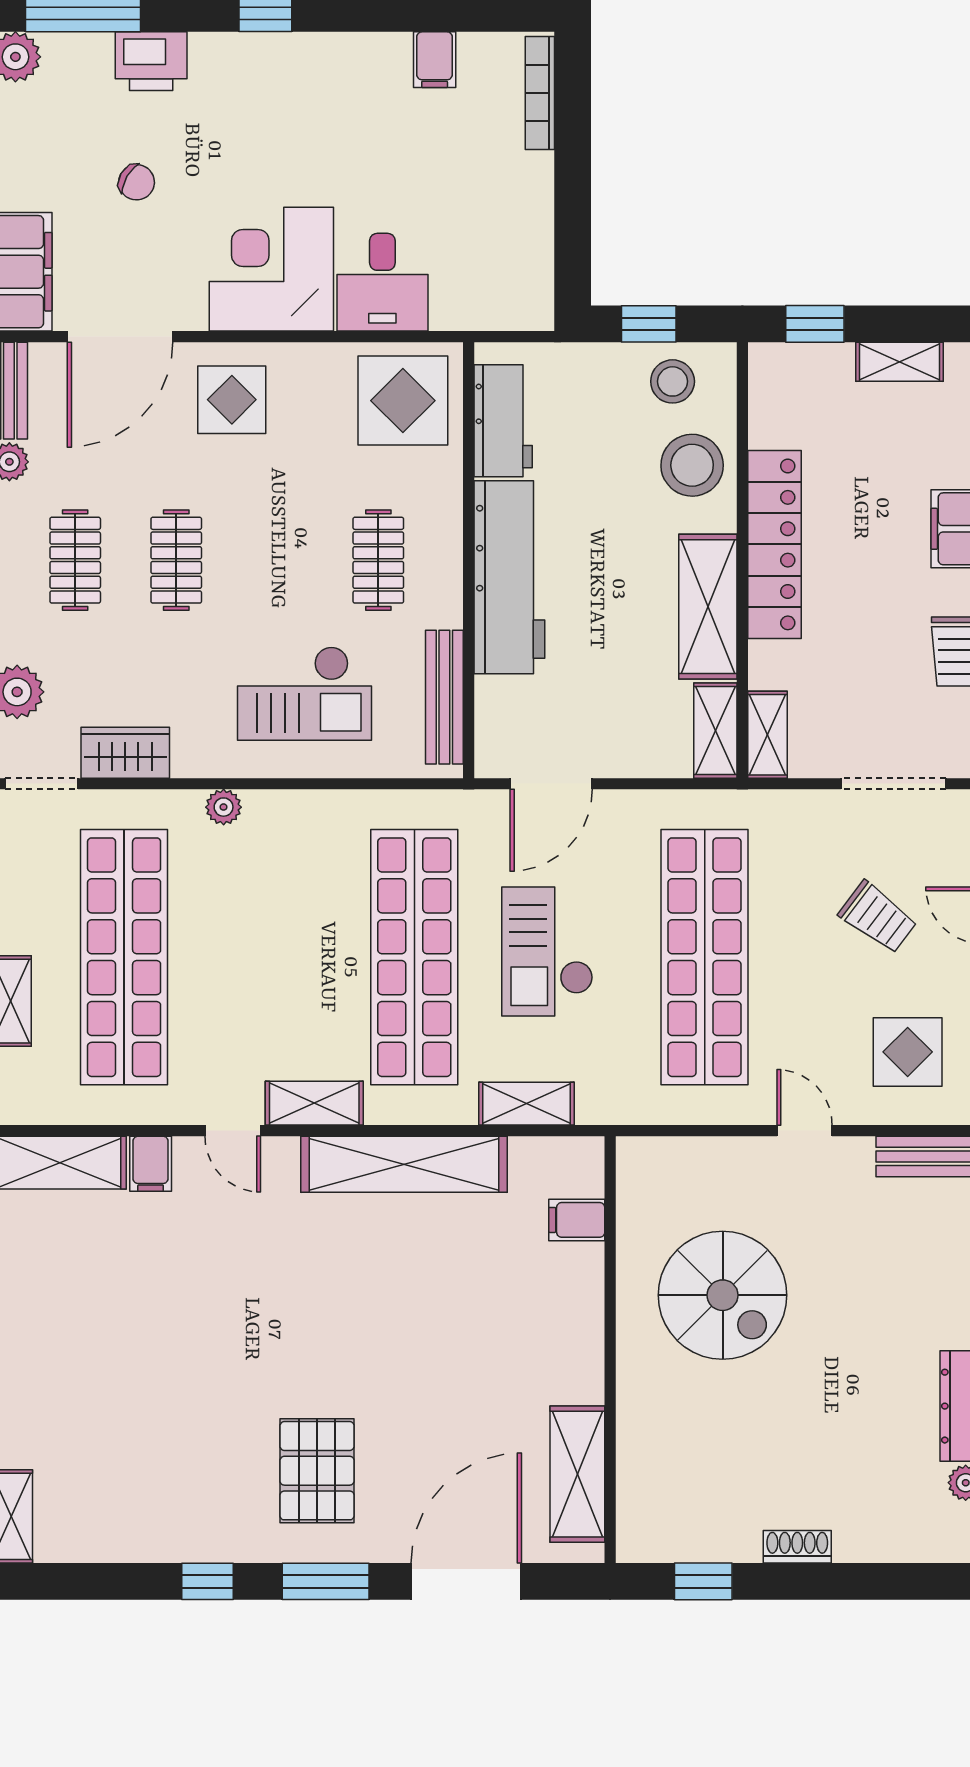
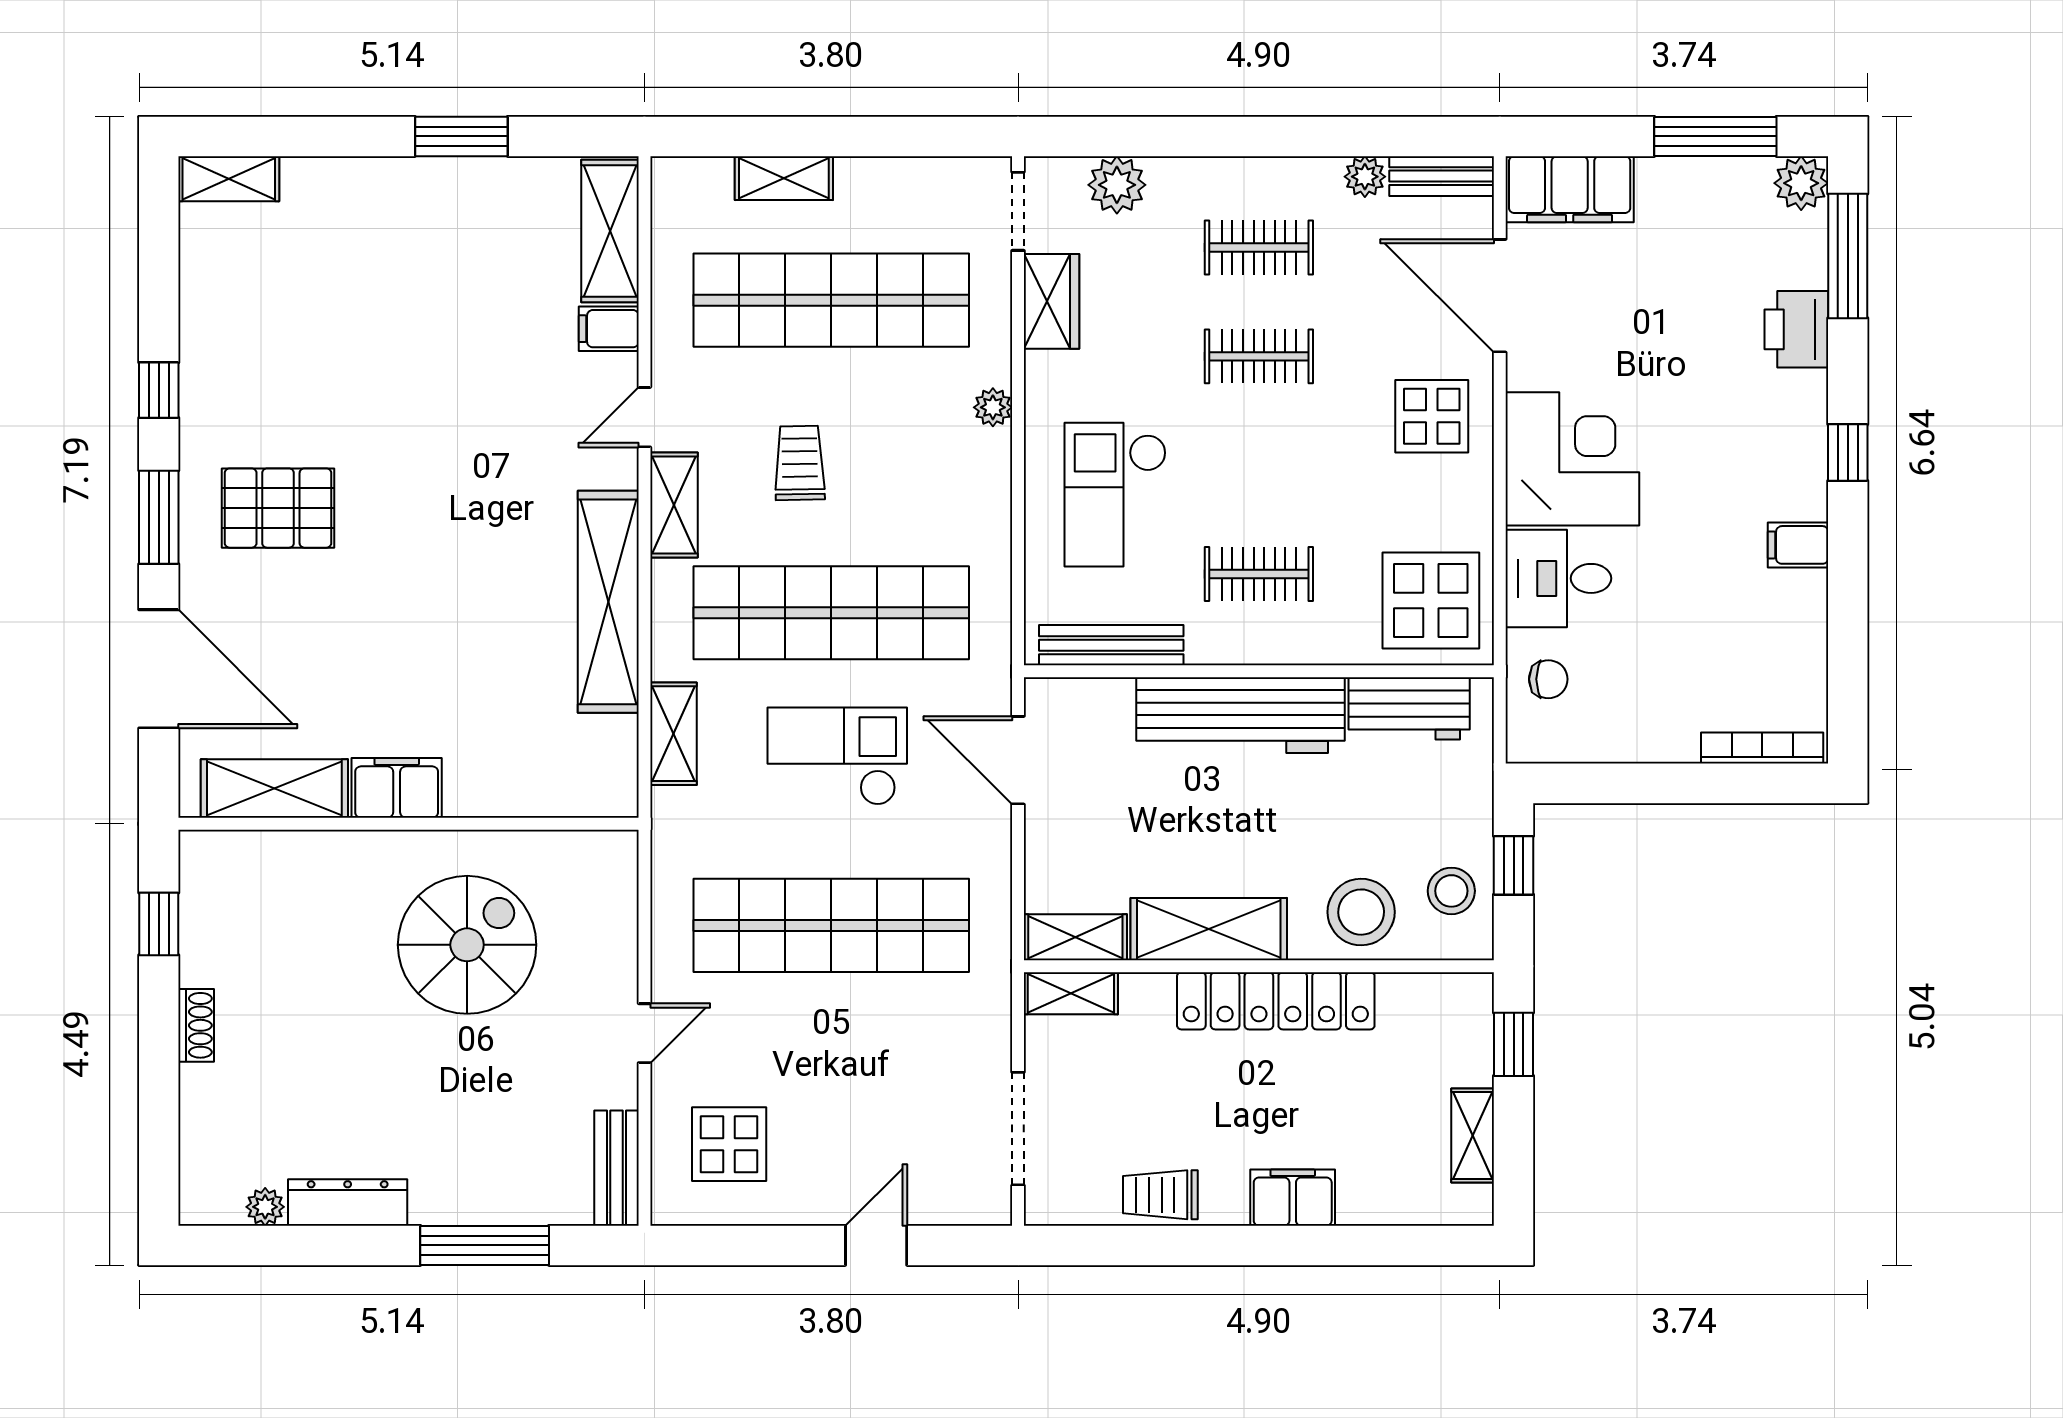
filing cabinet: (435, 60) -> (1798, 545), moved
chair: (137, 182) -> (1548, 679), moved, turned -120
trolley: (878, 917) -> (800, 463), moved, turned 142
filing cabinet: (577, 1220) -> (397, 788), moved, width x2.00
spiral stairs: (723, 1295) -> (467, 945), turned 180

